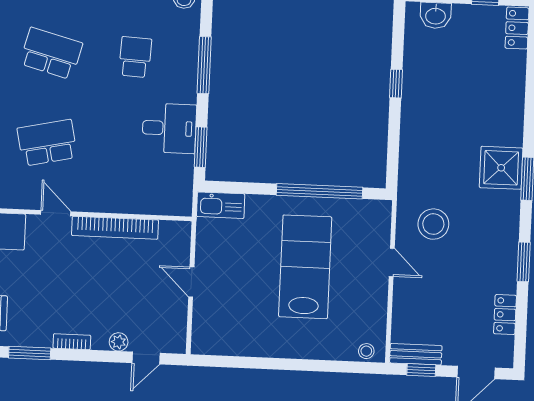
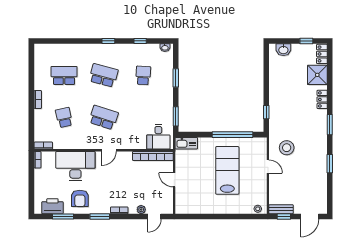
window: (204, 65) -> (176, 78), width x0.69
window: (396, 84) -> (266, 112), moved
desk: (169, 128) -> (158, 137), moved, turned 90
school desk: (47, 143) -> (104, 117), turned 30
shower: (501, 168) -> (317, 75), moved
door: (56, 213) -> (109, 150), swing flipped
bookcase: (115, 228) -> (153, 156), moved
locker: (505, 315) -> (322, 99), moved

